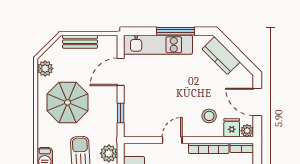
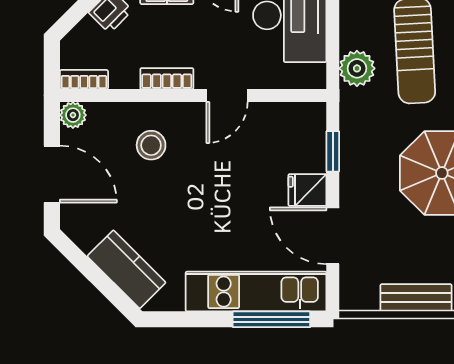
window: (175, 31) -> (271, 319), moved
door: (121, 72) -> (333, 236), swing flipped
fridge: (232, 128) -> (307, 190), moved, turned 90
bookcase: (209, 148) -> (167, 79), width x0.64

